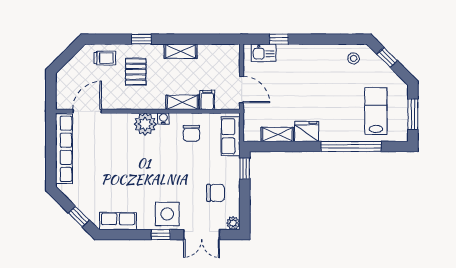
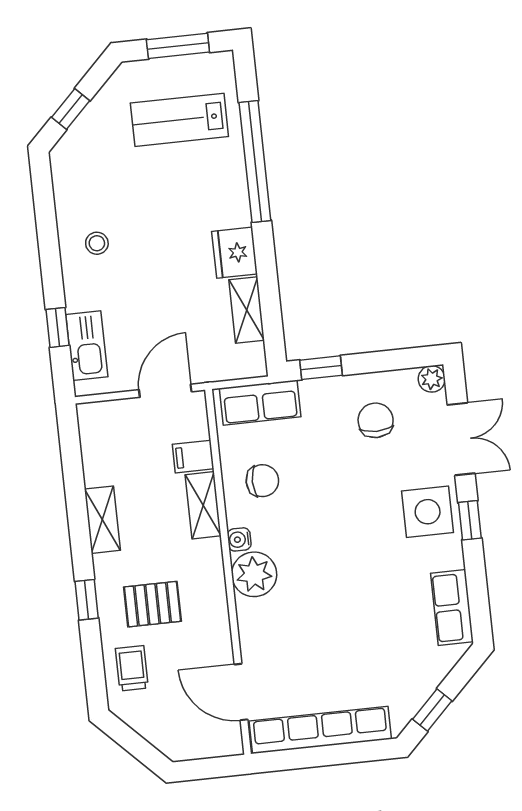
kitchen sink: (264, 53) -> (87, 346), width x1.38
stool: (354, 58) -> (97, 243), moved
window: (79, 217) -> (432, 710), moved

